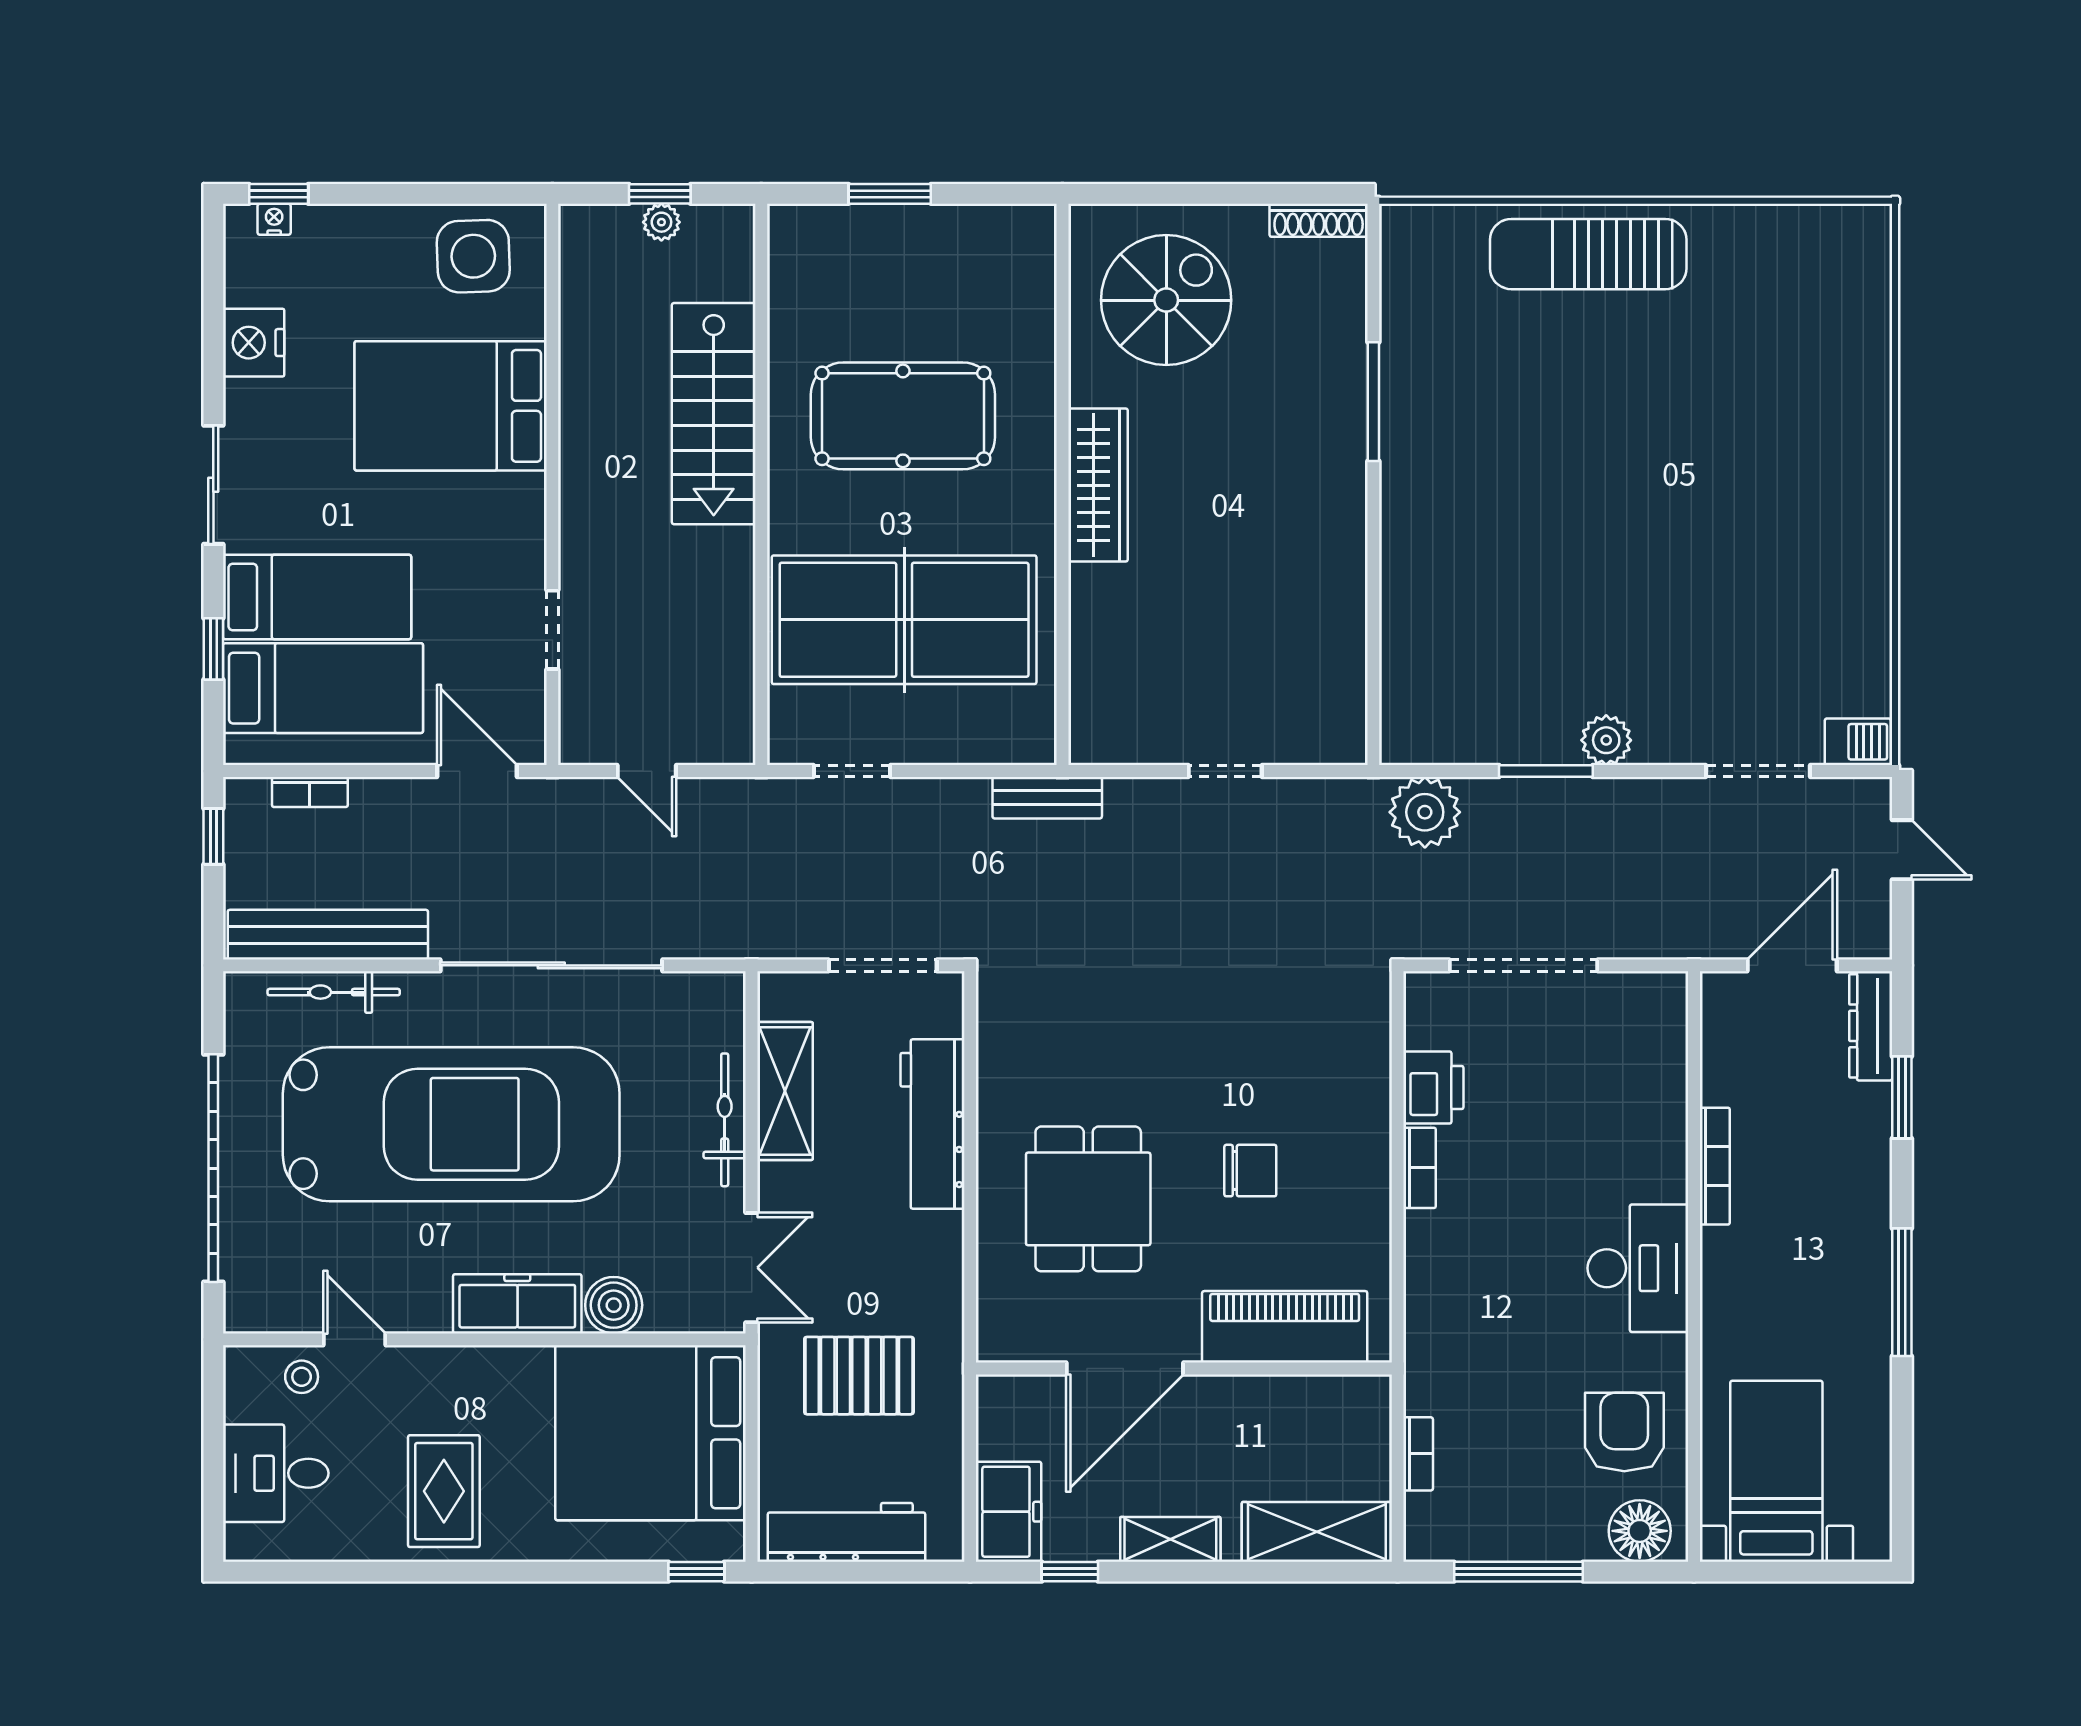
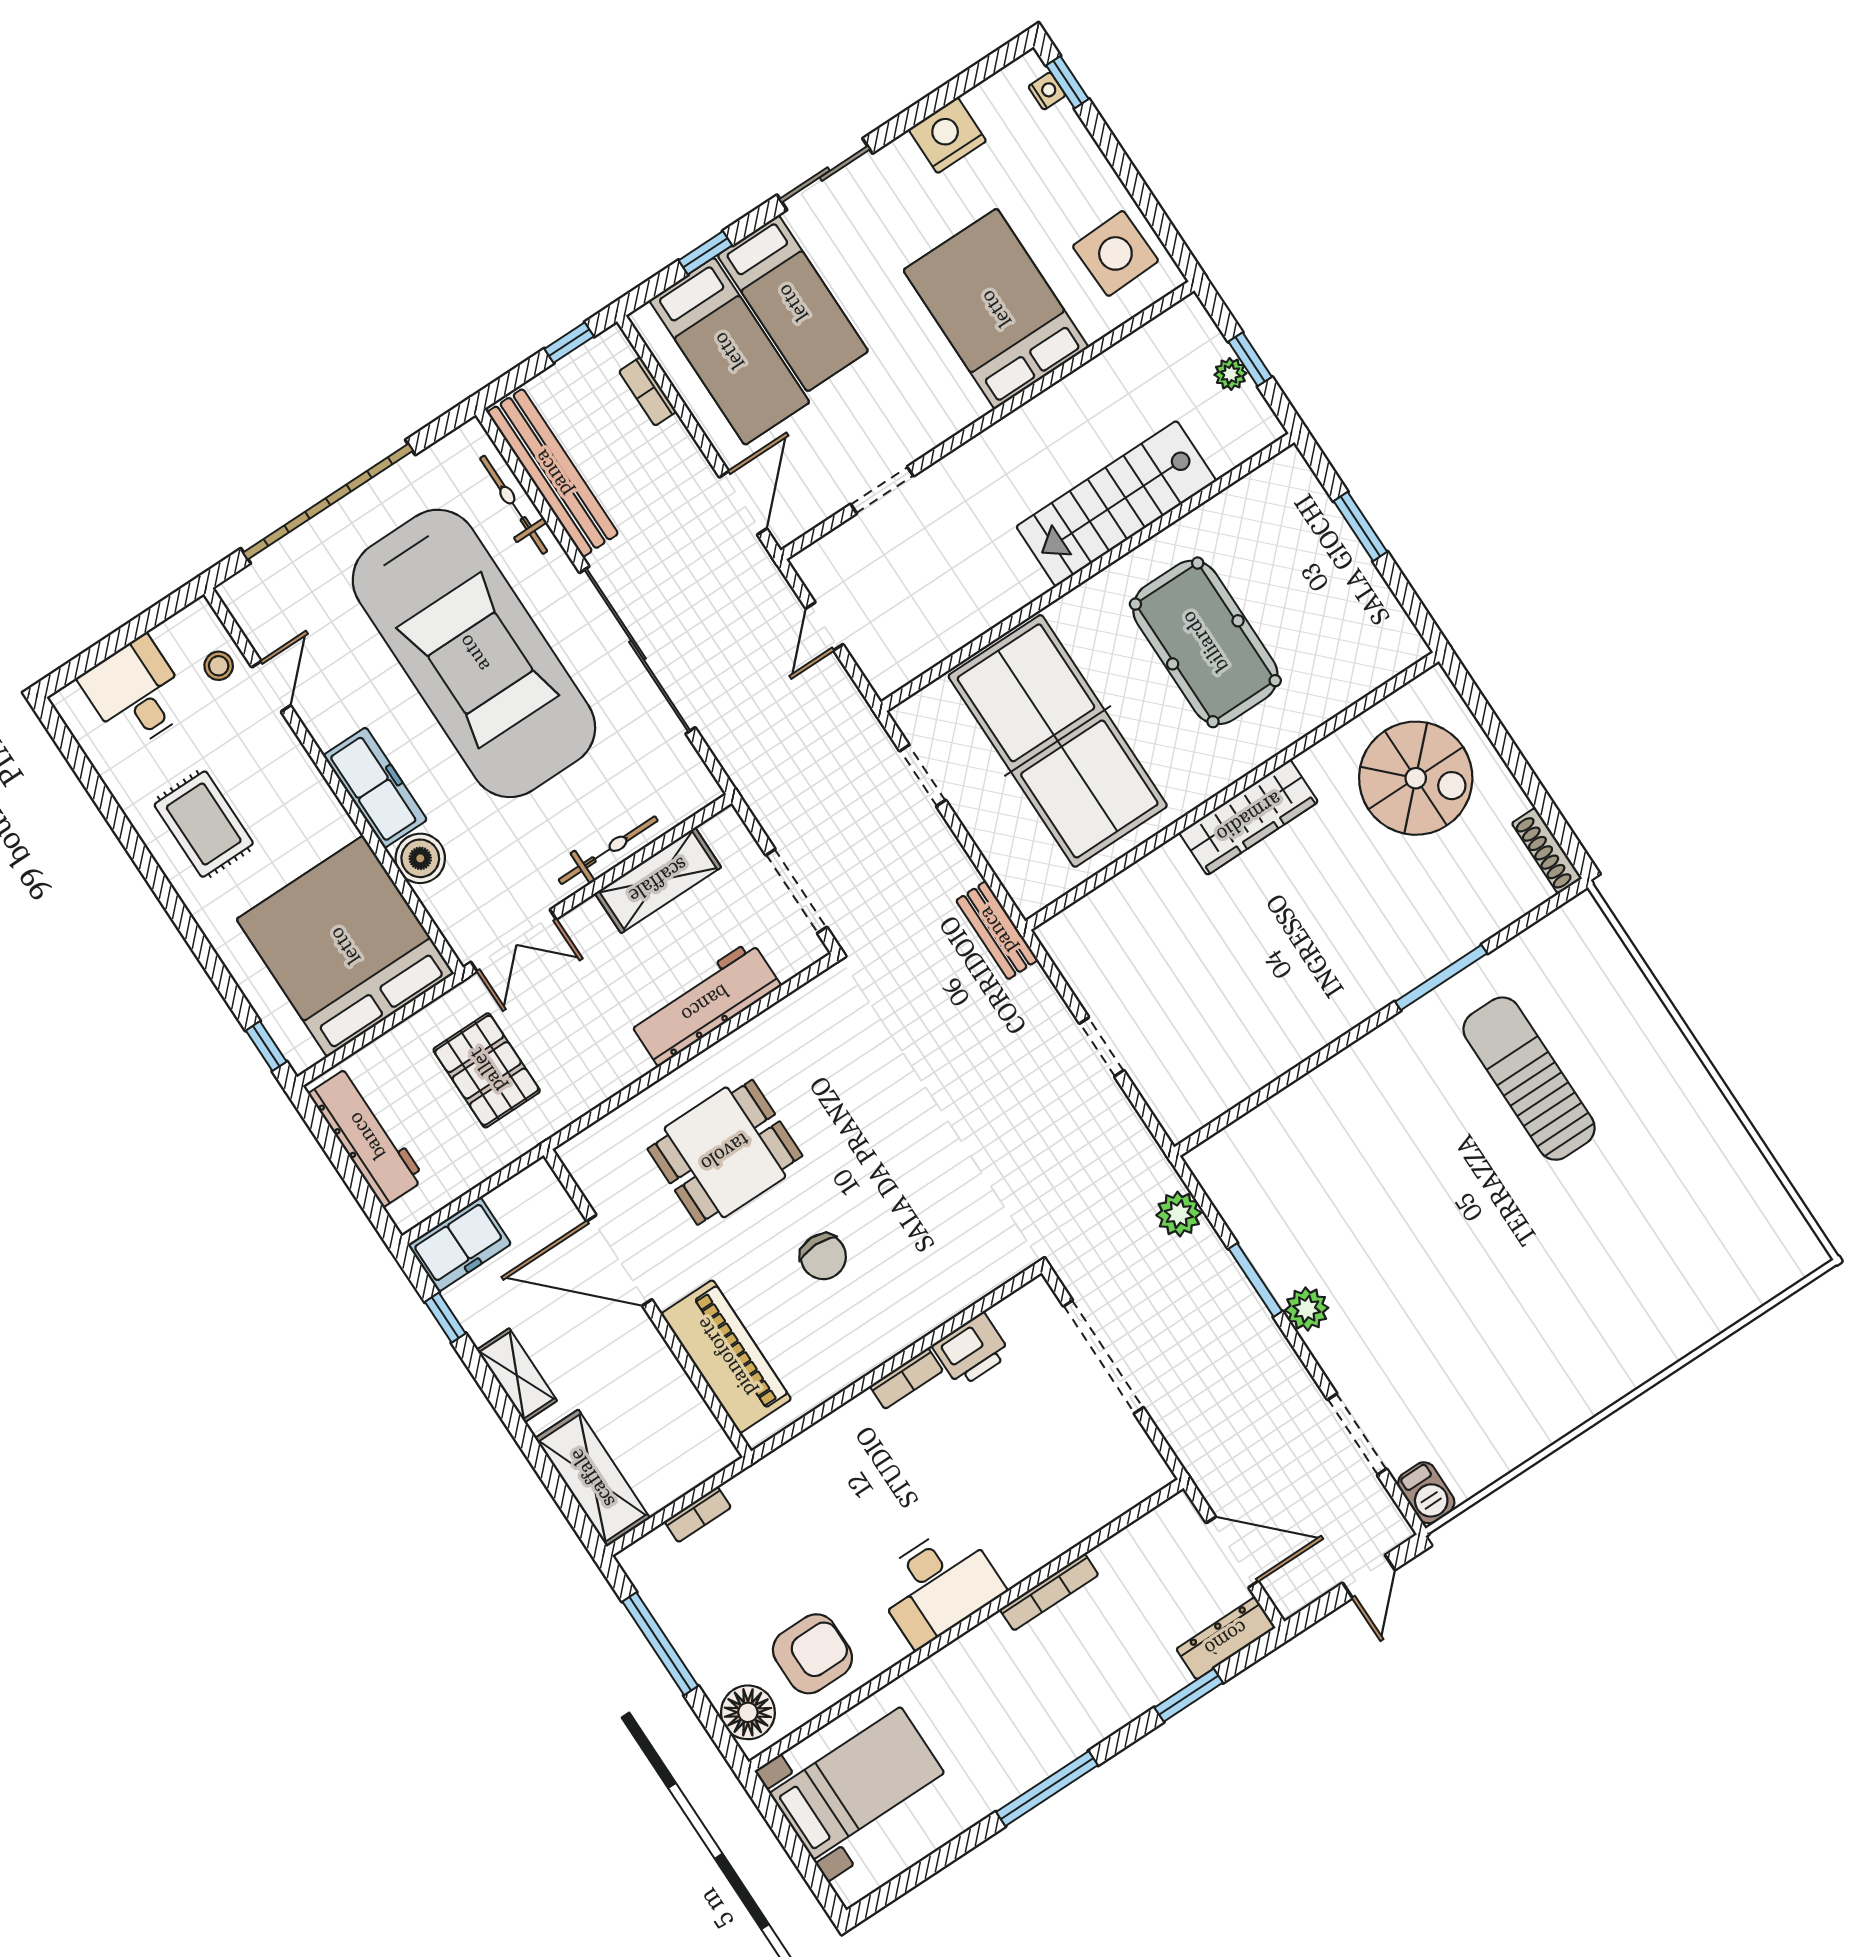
sun lounger: (1588, 254) -> (1529, 1079), moved
plant: (1425, 812) -> (1179, 1214), width x0.73, depth x0.73
rug: (444, 1491) -> (204, 824), turned 90

